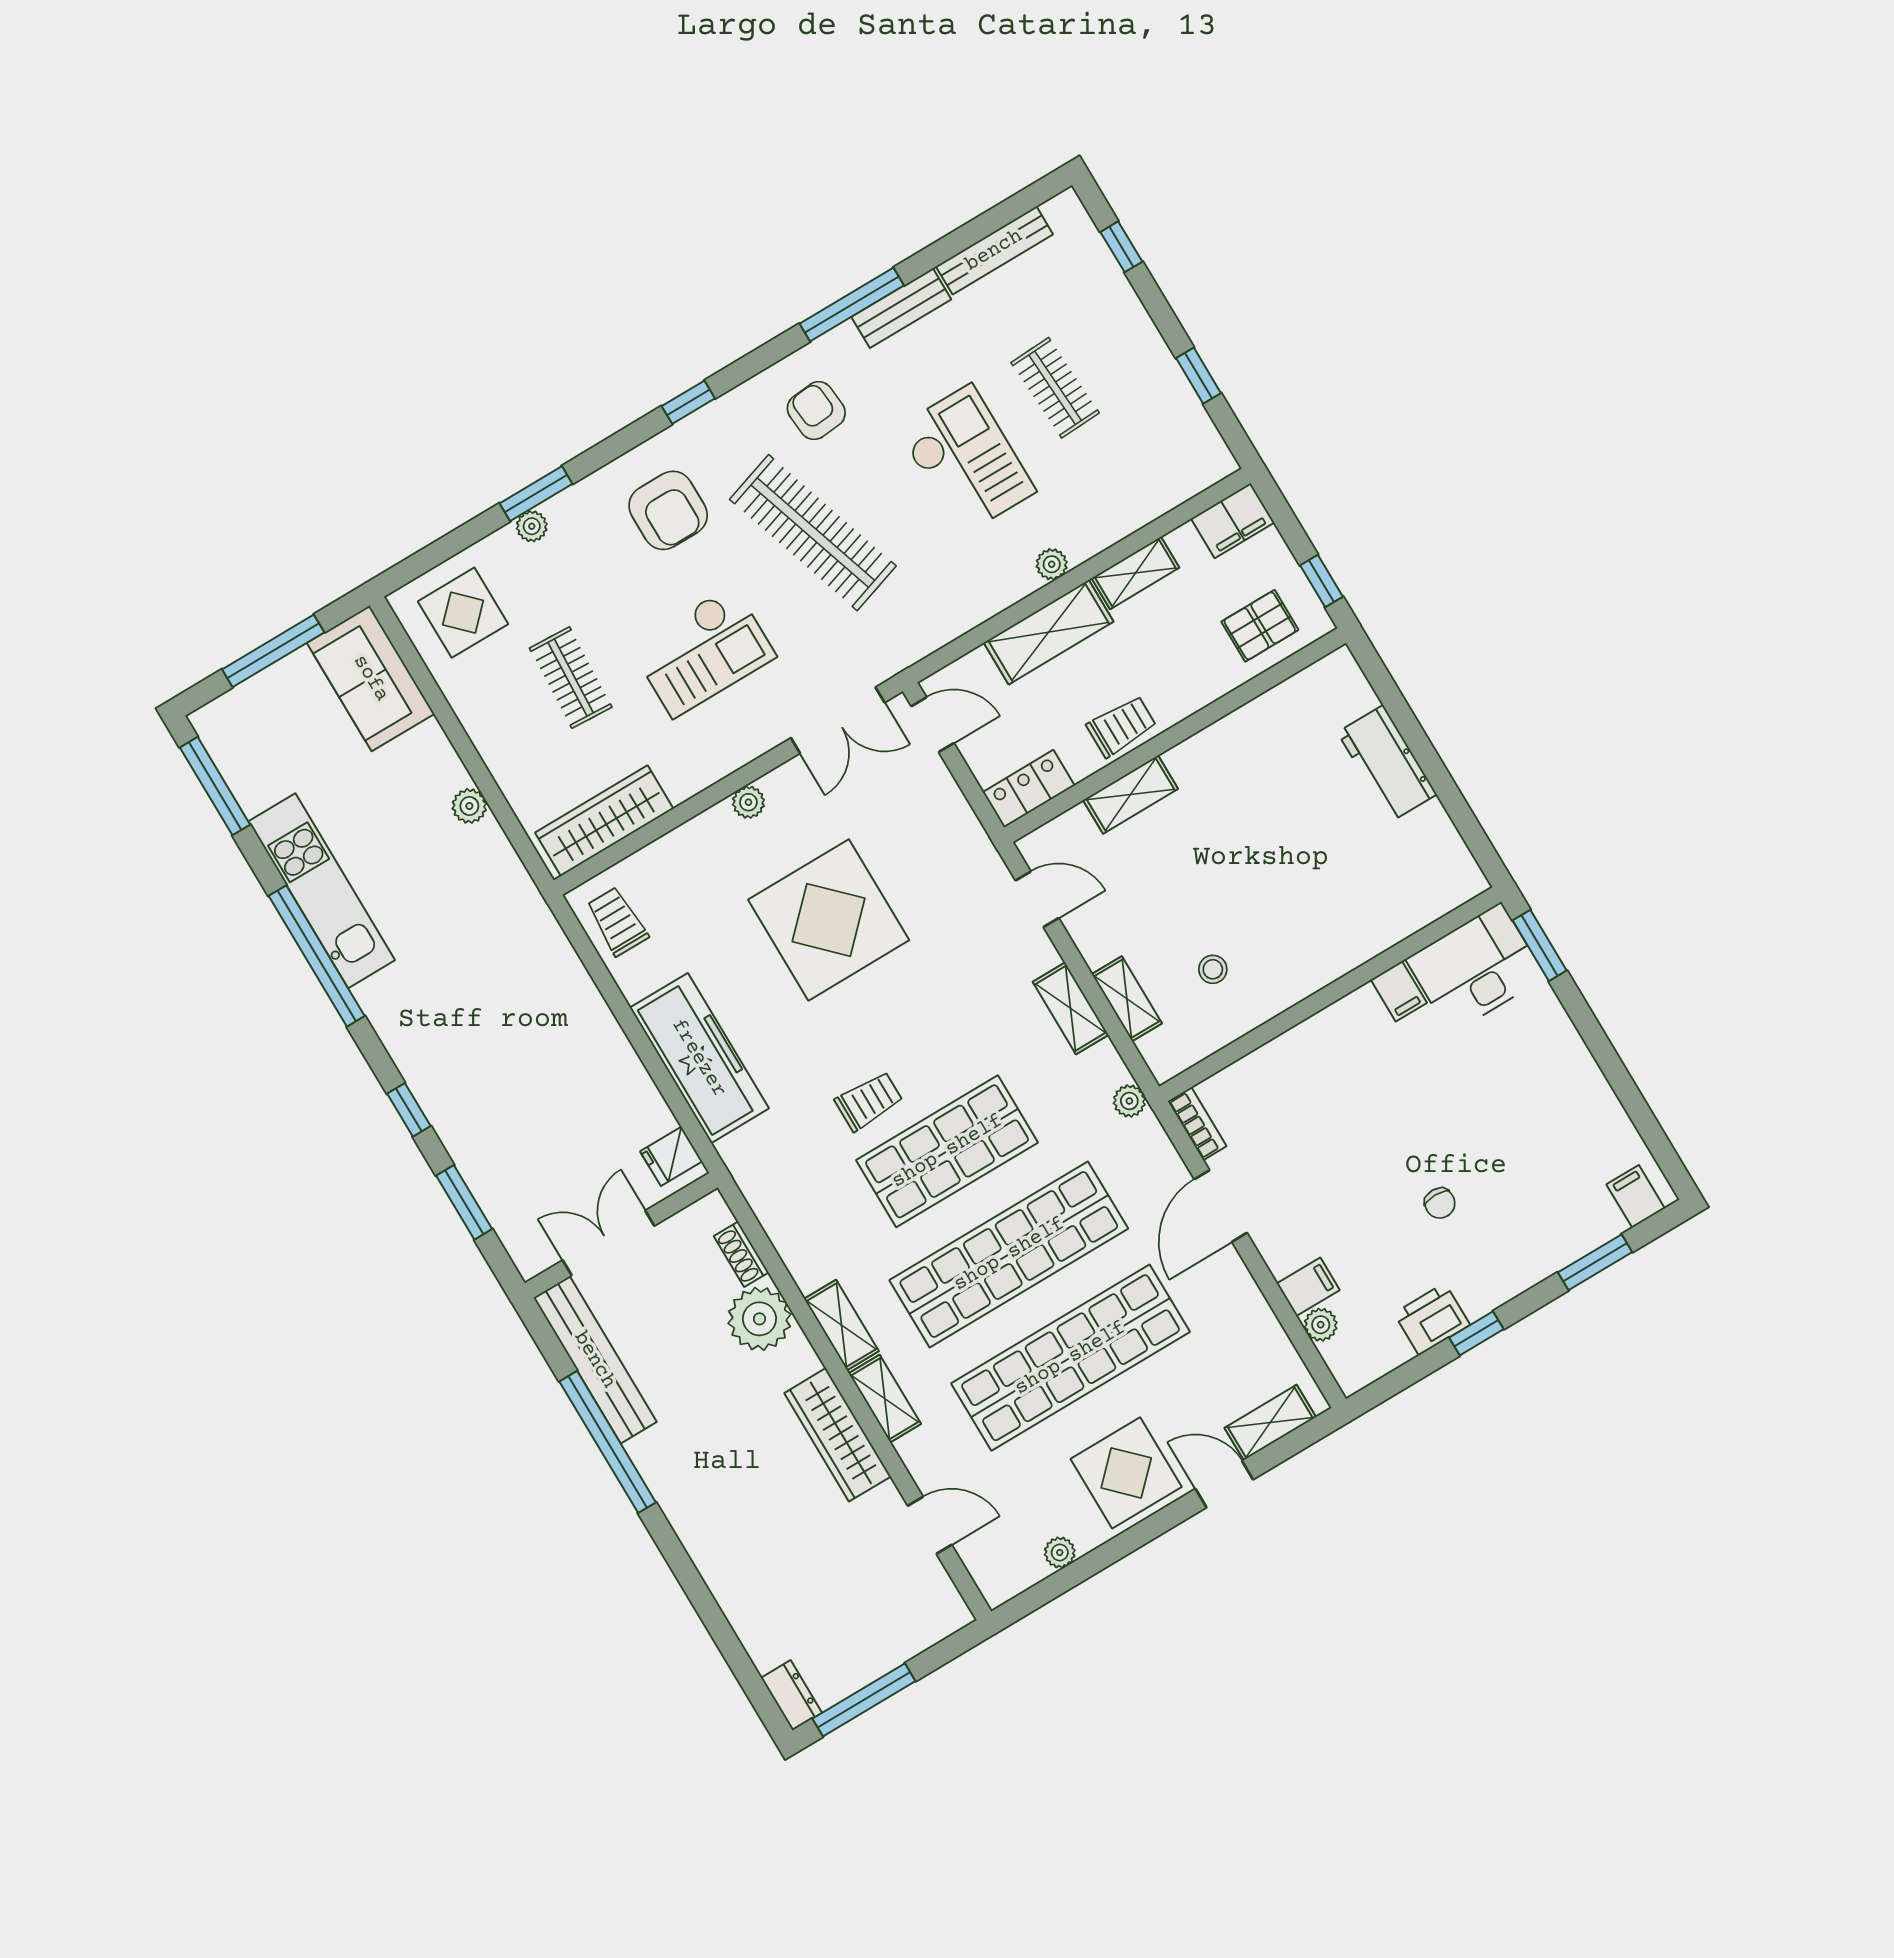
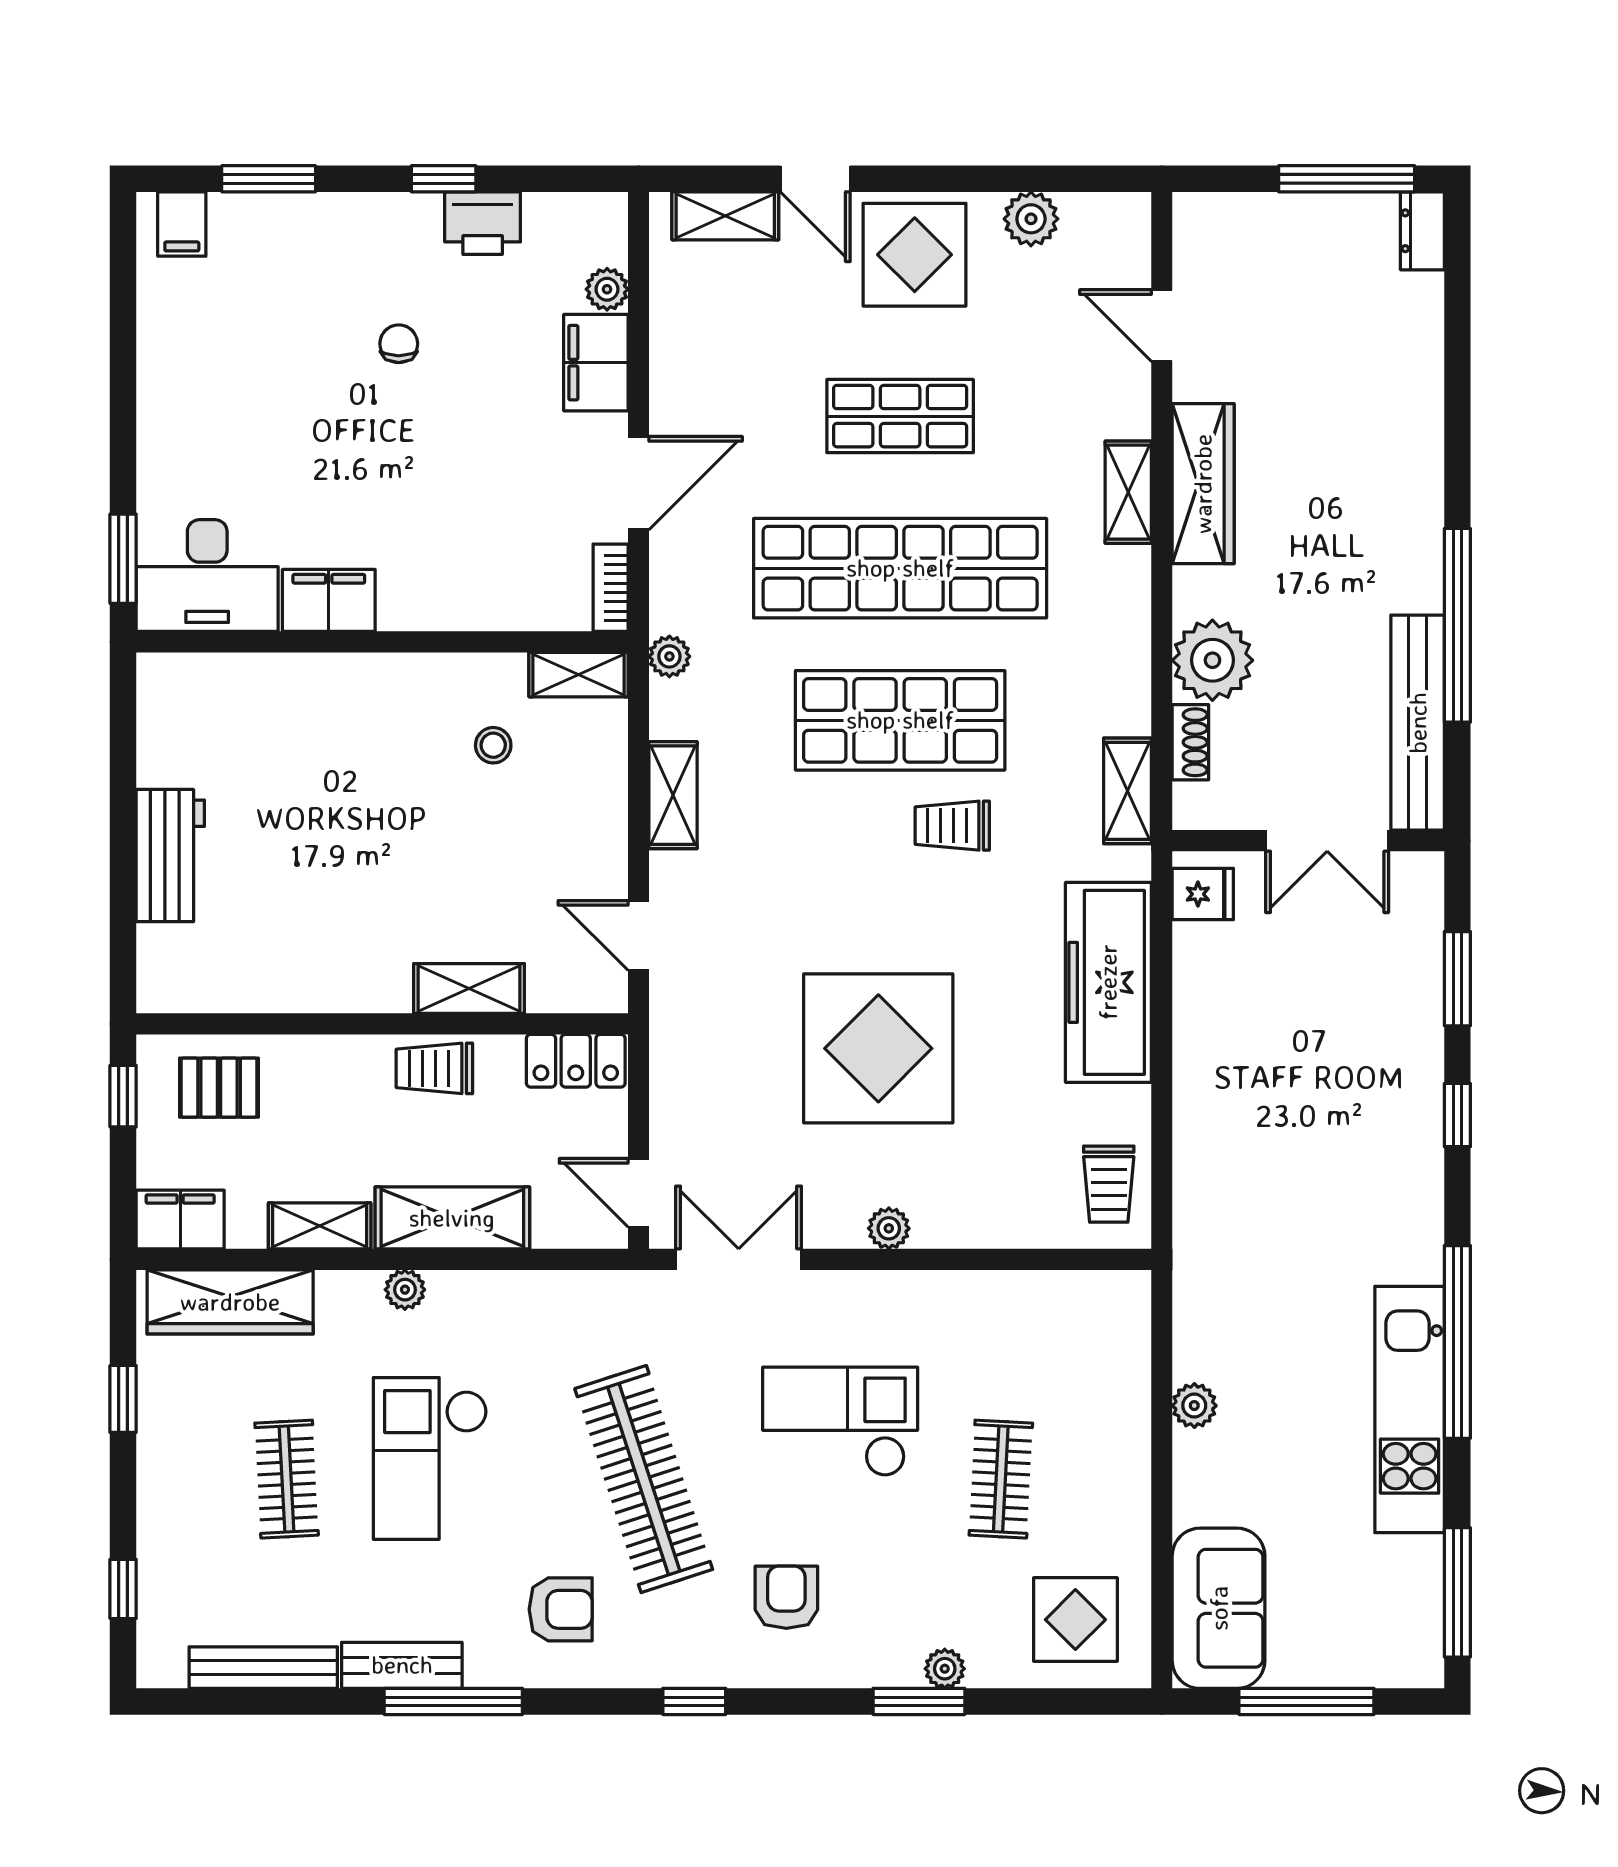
armchair: (816, 411) -> (561, 1609), turned -85
armchair: (668, 510) -> (786, 1597), width x0.72, depth x0.72
wardrobe: (604, 821) -> (230, 1302), moved
filing cabinet: (1399, 991) -> (329, 600), width x2.00
shelving: (1127, 999) -> (578, 675), moved, turned 90
filing cabinet: (1308, 1287) -> (596, 363), width x2.00
shelving: (841, 1325) -> (1128, 791), moved
shop shelf: (1070, 1358) -> (900, 416), width x0.50, depth x0.74
plant: (1060, 1552) -> (1031, 219), width x1.38, depth x1.38

